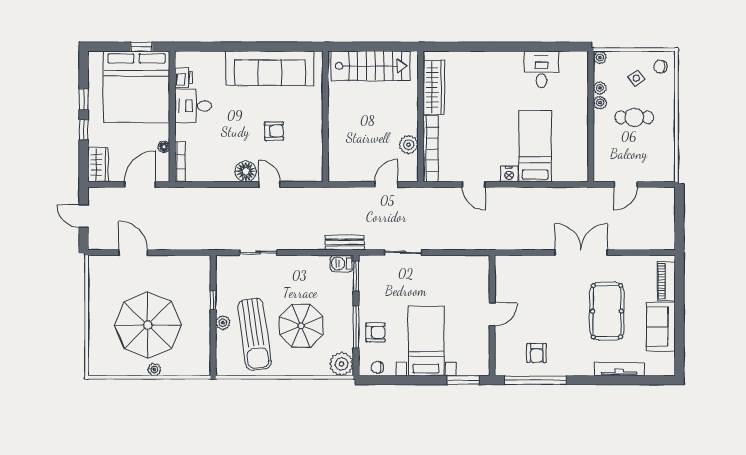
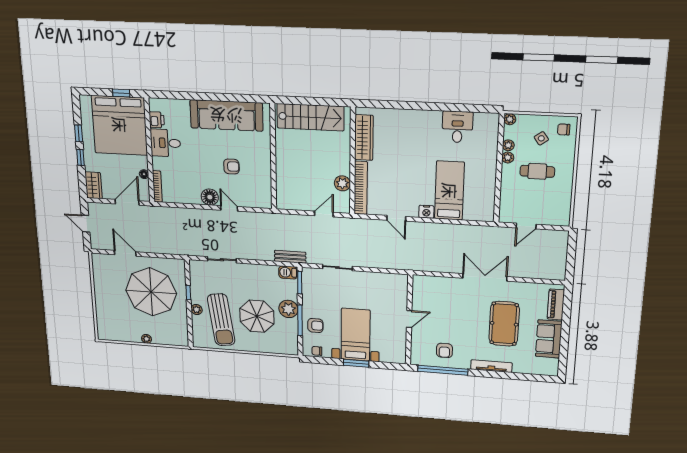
parasol: (148, 325) -> (151, 292), moved
plant: (341, 364) -> (288, 309), moved
tv unit: (619, 369) -> (491, 366), moved
window: (463, 380) -> (356, 363), moved

